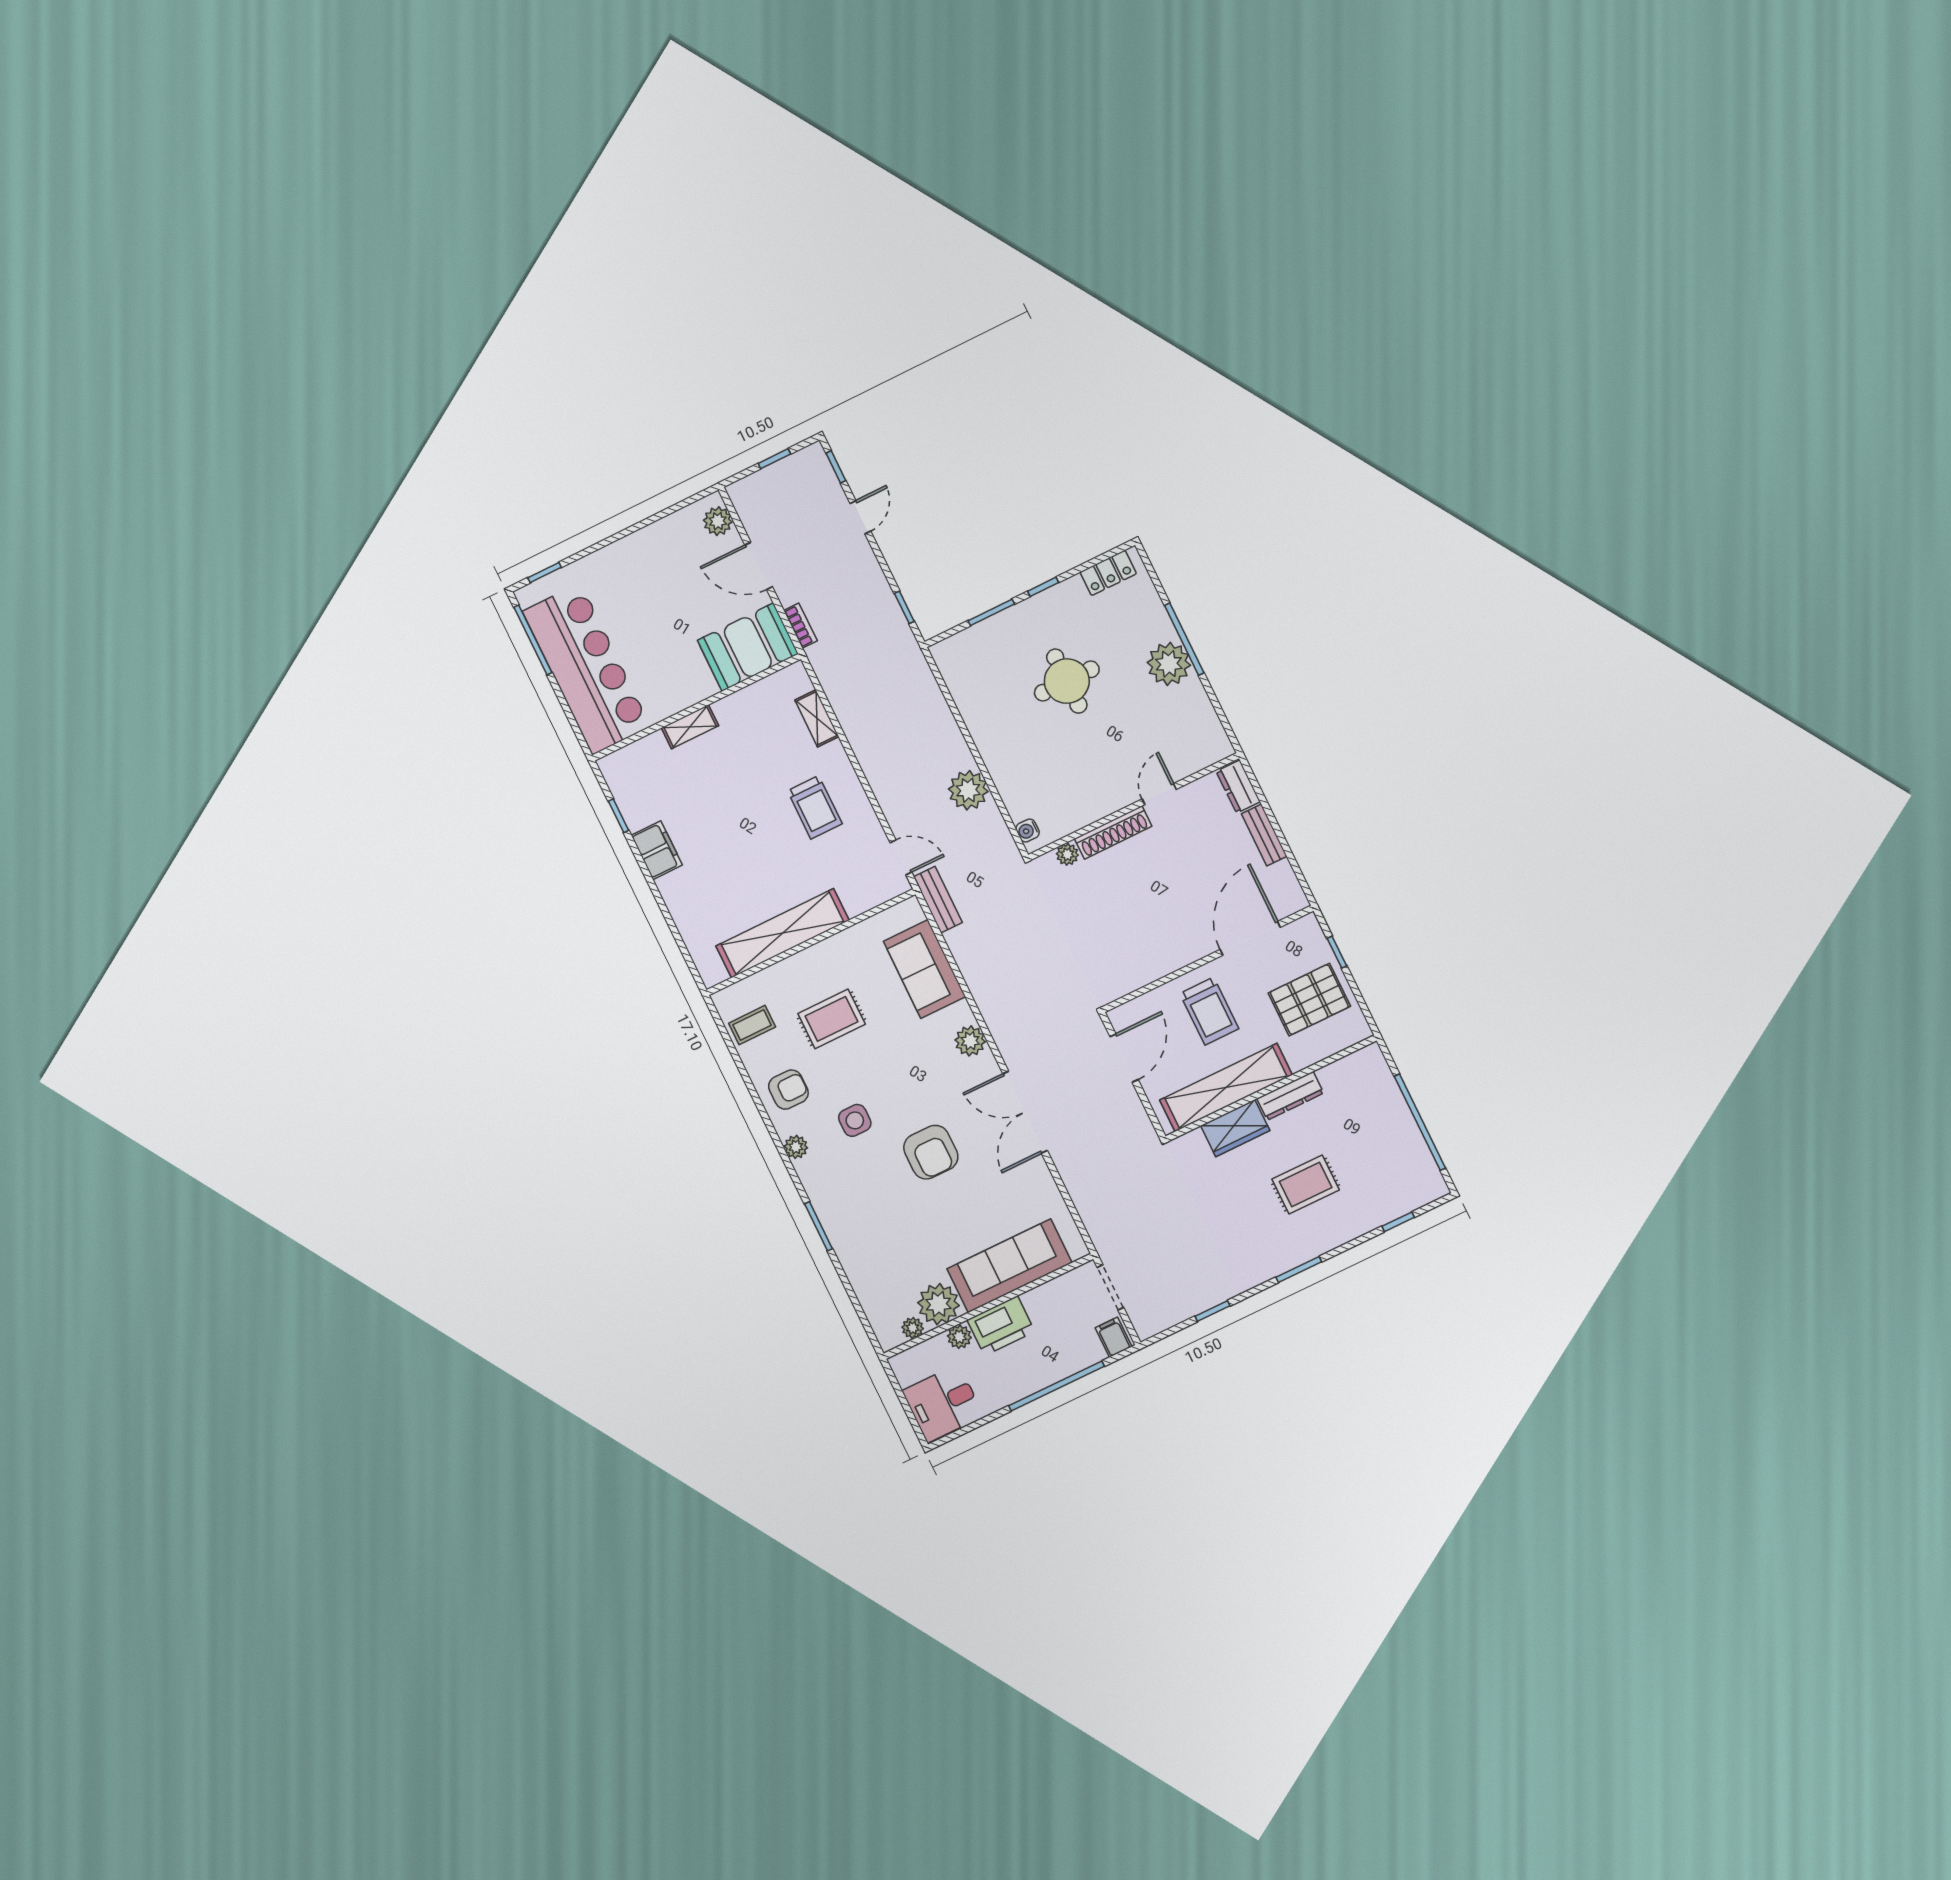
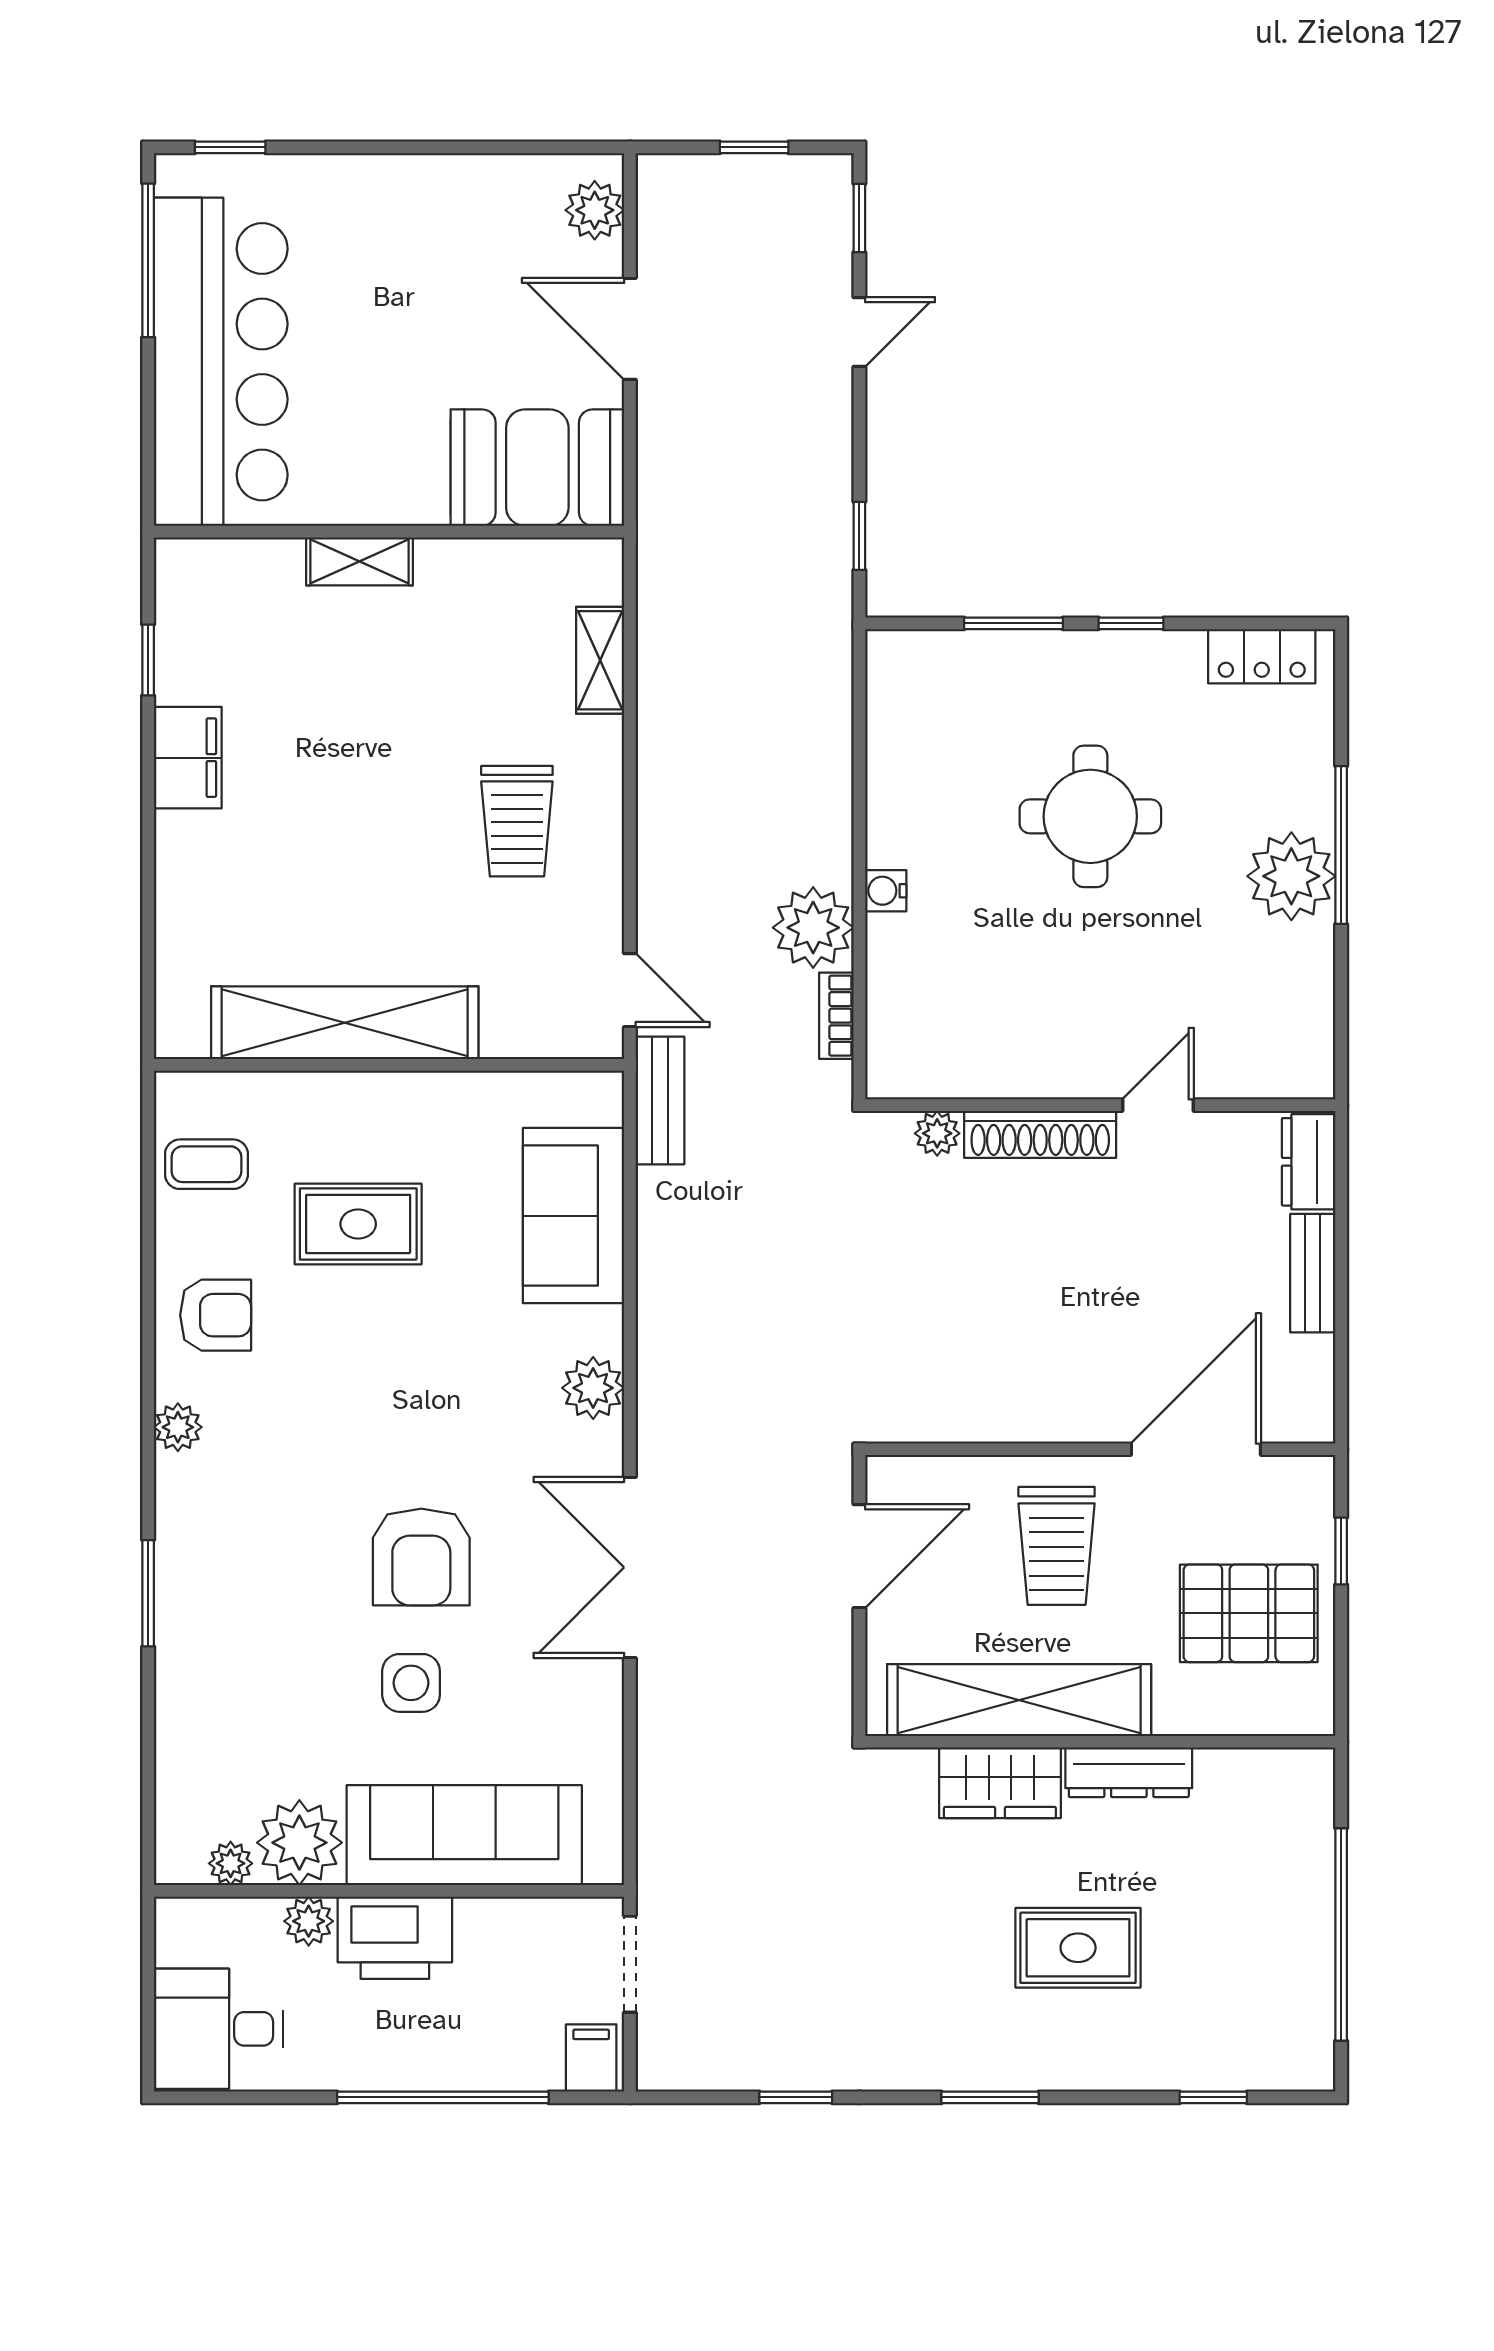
bookcase: (800, 626) -> (836, 1016), moved, turned 180
water cooler: (1028, 831) -> (886, 891), moved
side table: (855, 1120) -> (411, 1683), moved

